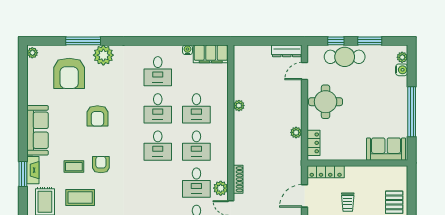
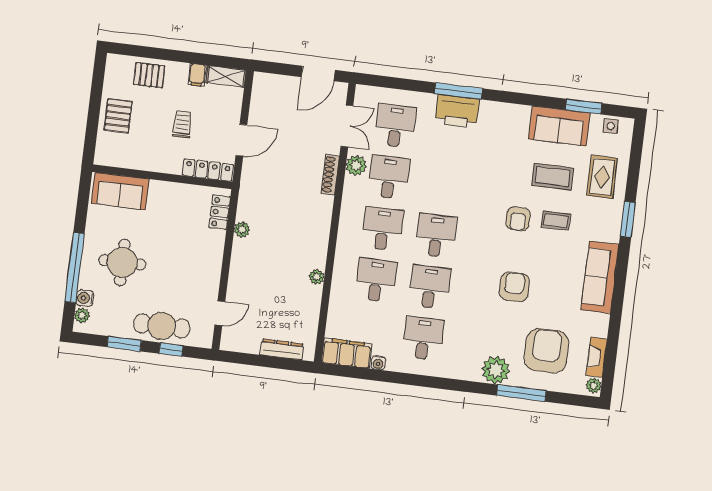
dresser: (287, 51) -> (282, 349), moved
round table: (326, 102) -> (122, 262), moved
window: (412, 112) -> (75, 268), moved
fireplace: (33, 170) -> (597, 357), moved

